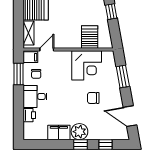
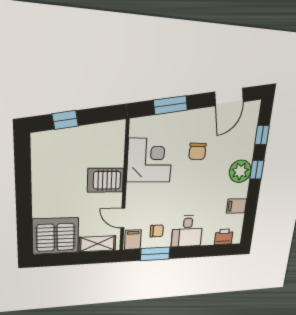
server rack: (90, 37) -> (106, 180), moved
printer: (29, 115) -> (224, 237), moved
filing cabinet: (59, 133) -> (237, 206), width x0.50

